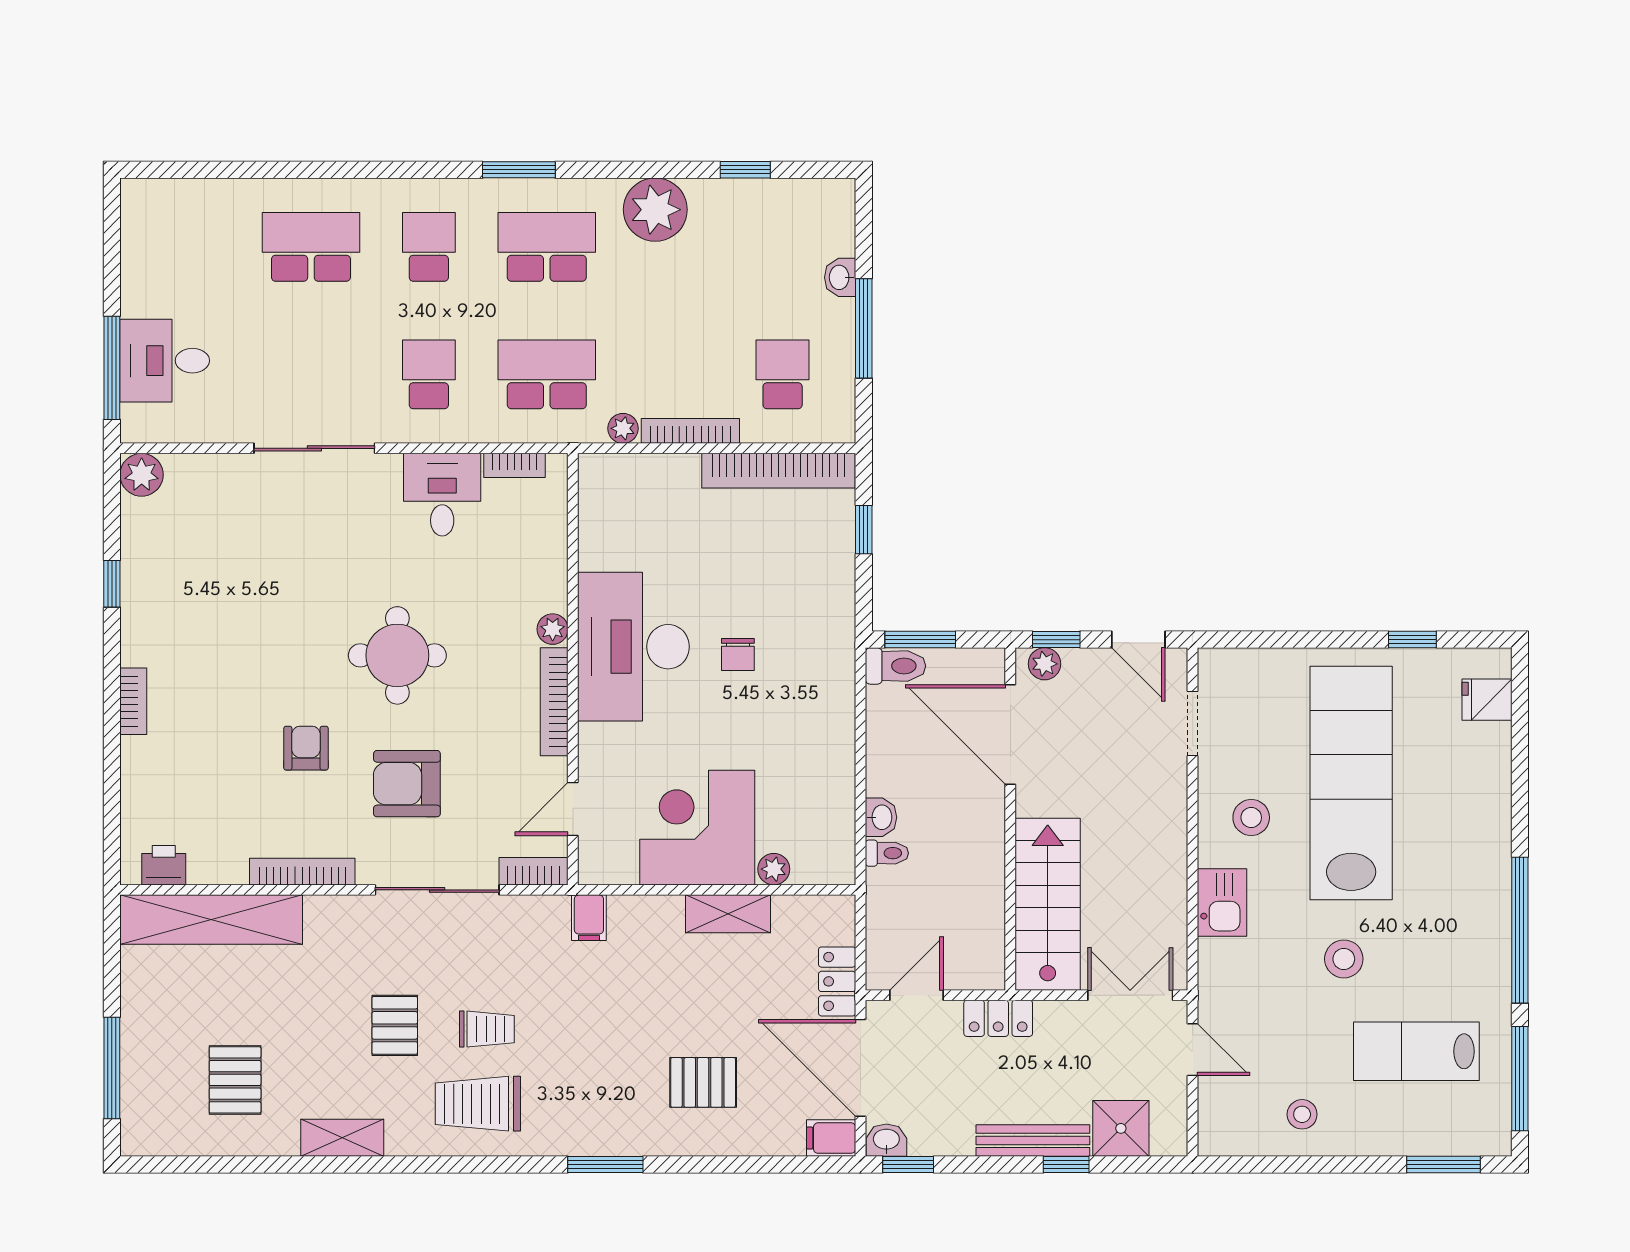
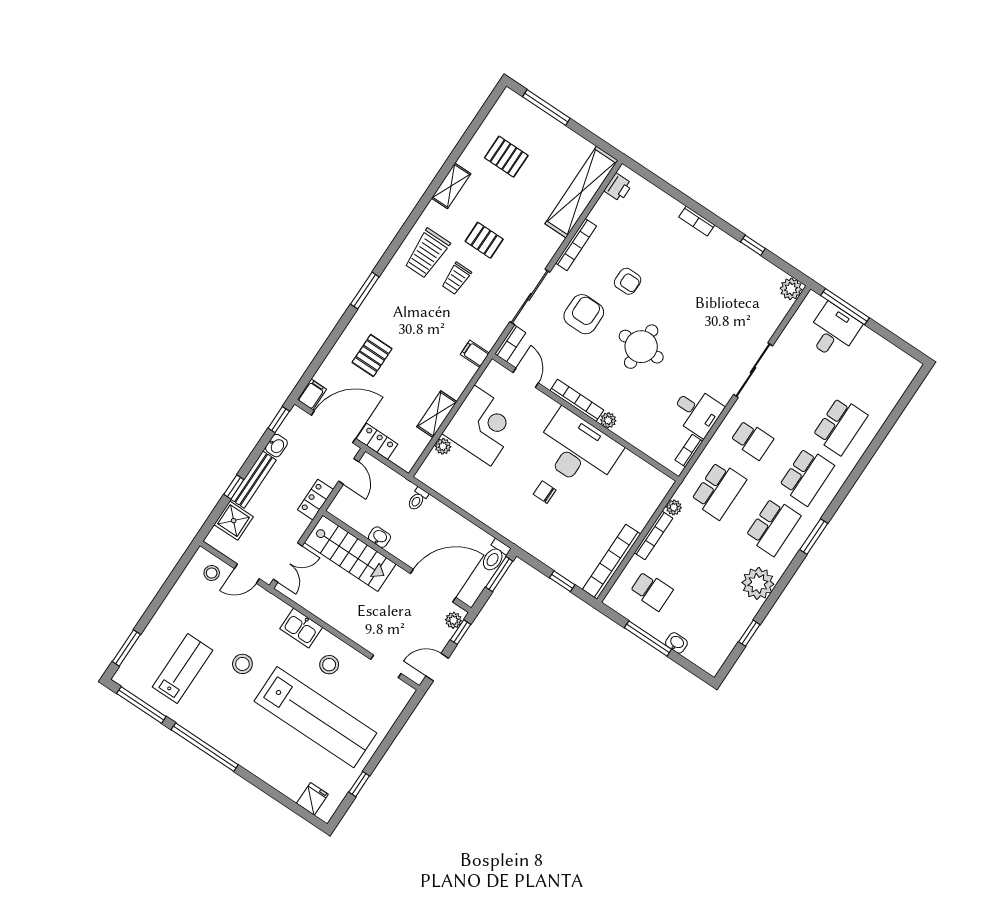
school desk: (429, 247) -> (806, 476), width x1.85
washbasin: (881, 817) -> (379, 537), moved, turned 180
trolley: (478, 1104) -> (427, 253), turned 180
stool: (1302, 1114) -> (212, 573), moved
washbasin: (886, 1140) -> (276, 446), moved

